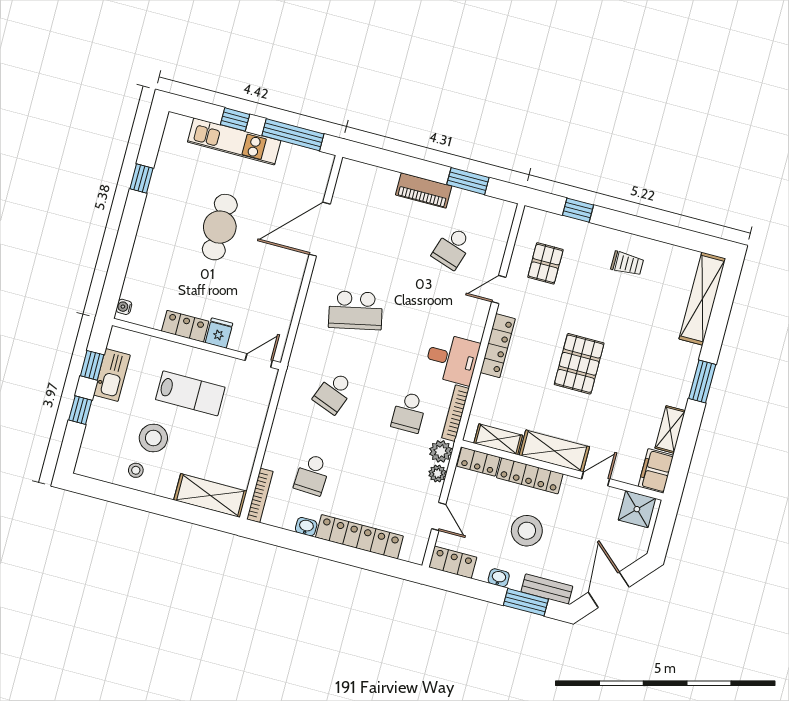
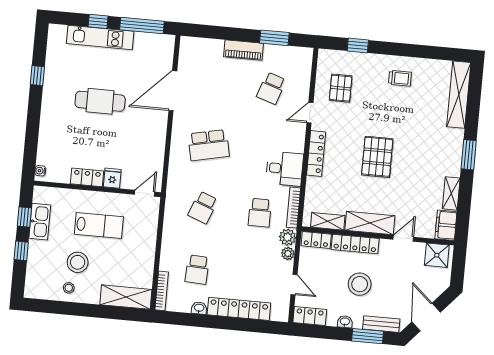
cafe table: (220, 227) -> (100, 101), turned 90

